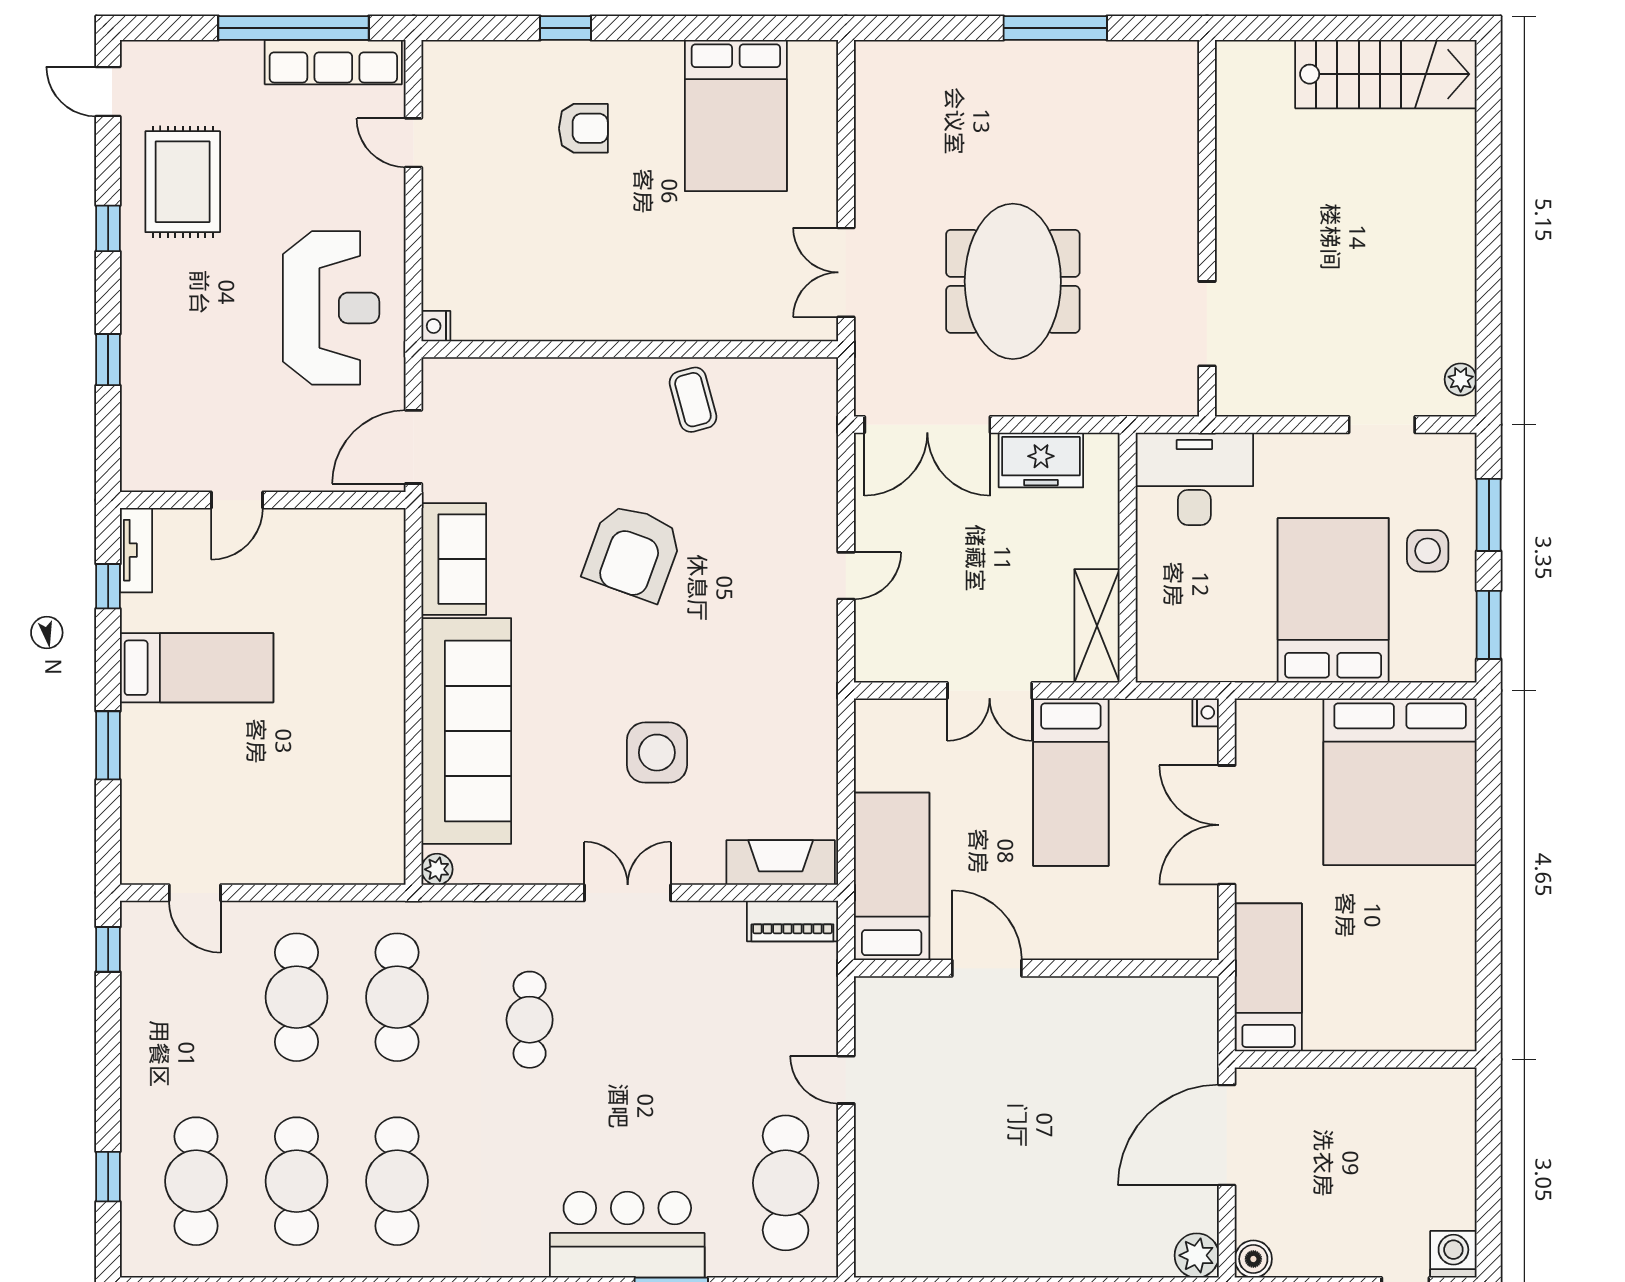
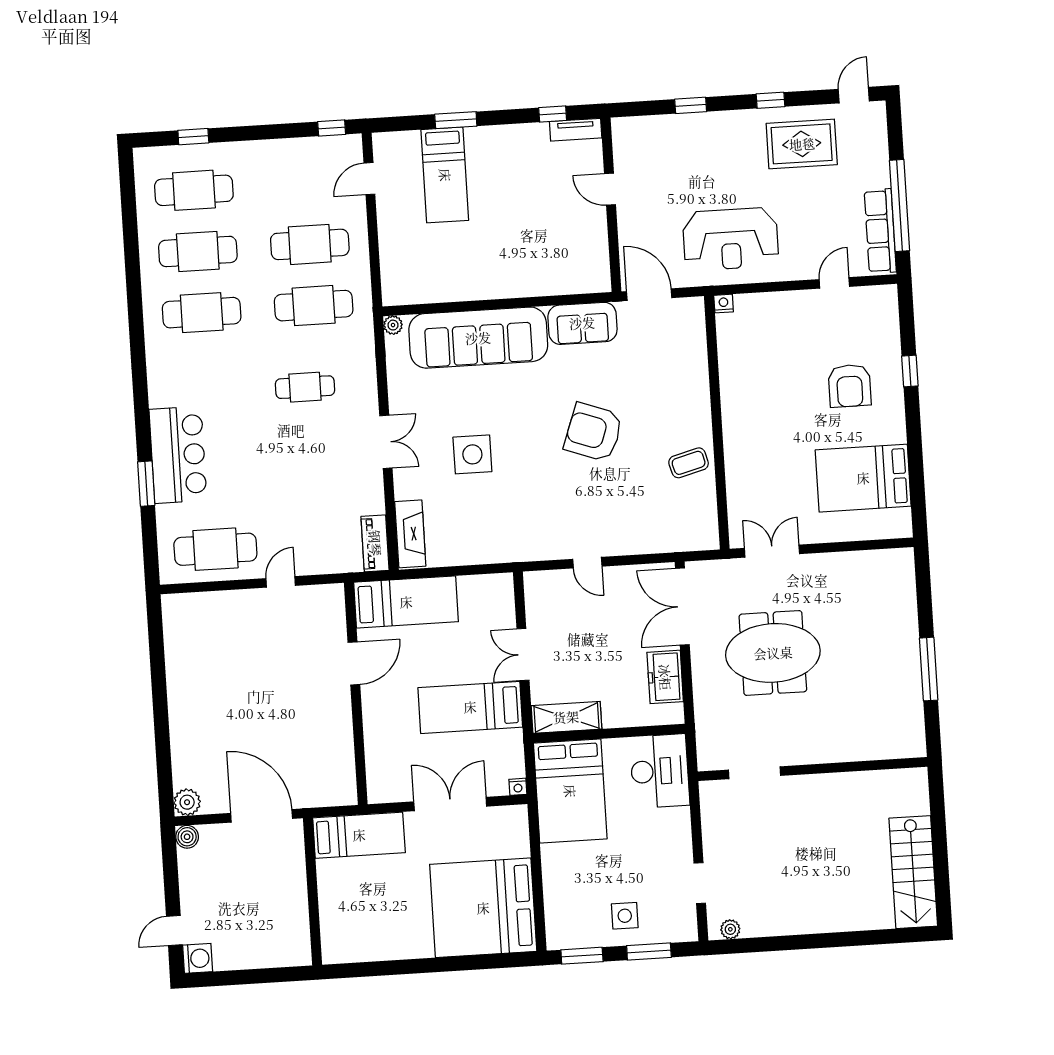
armchair: (583, 128) -> (850, 386), width x1.38, depth x1.38
bed: (1333, 600) -> (570, 791), moved, turned 90
bed: (197, 668) -> (445, 175), moved

